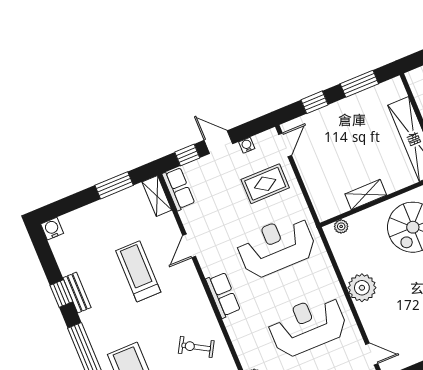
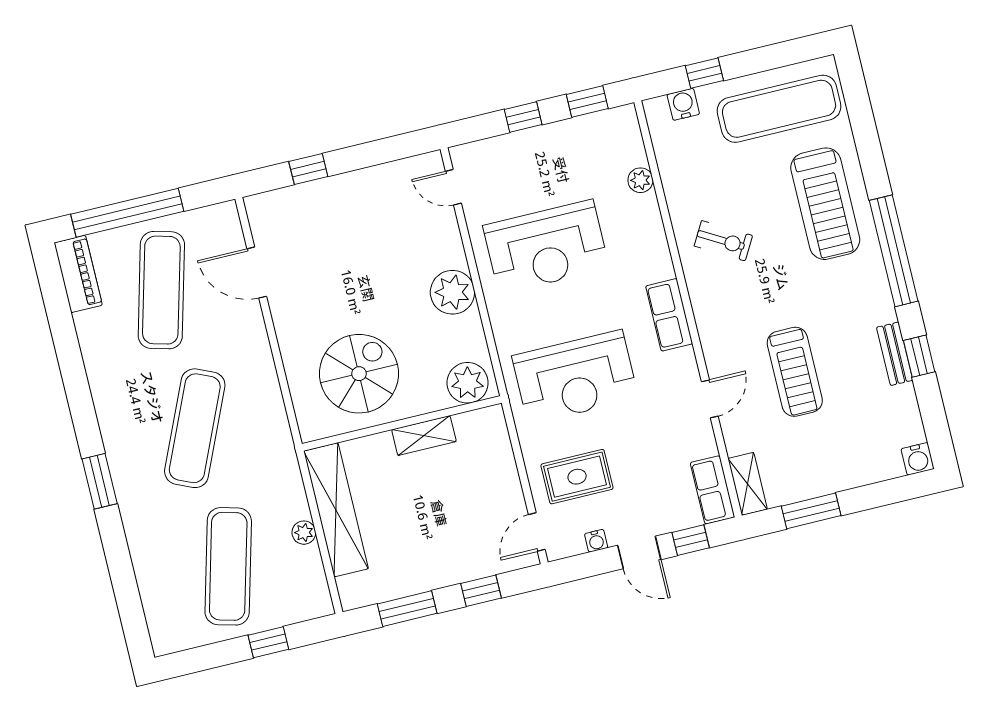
plant: (341, 226) -> (468, 383), width x1.88, depth x1.88

